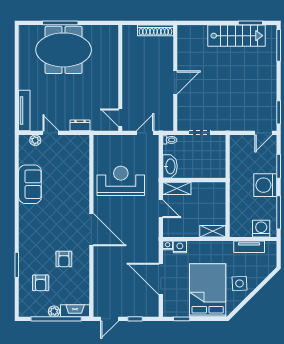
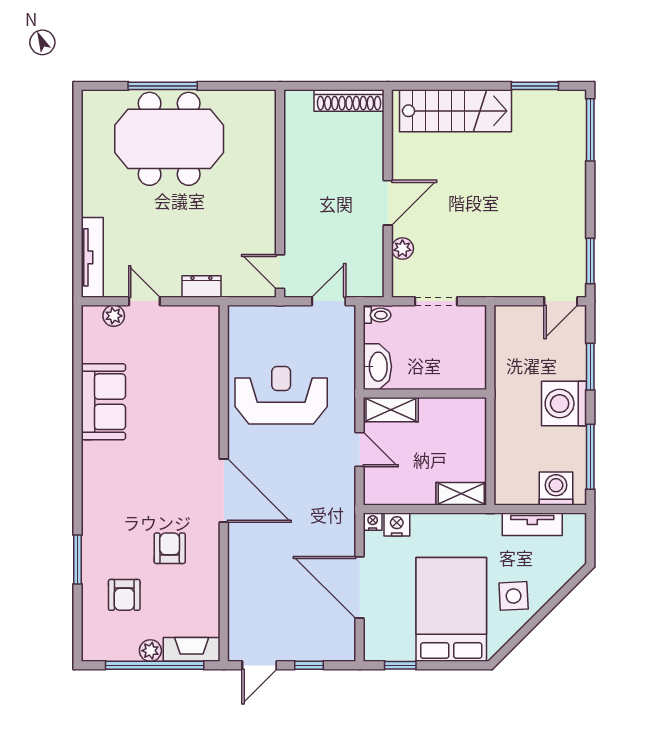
stairs: (237, 36) -> (456, 111), moved
plant: (183, 106) -> (402, 249), added
armchair: (64, 259) -> (170, 548), turned 180

